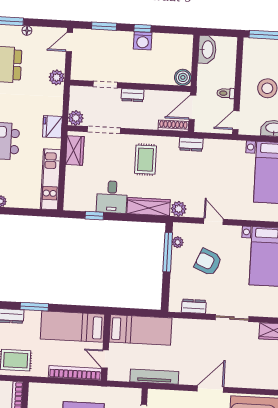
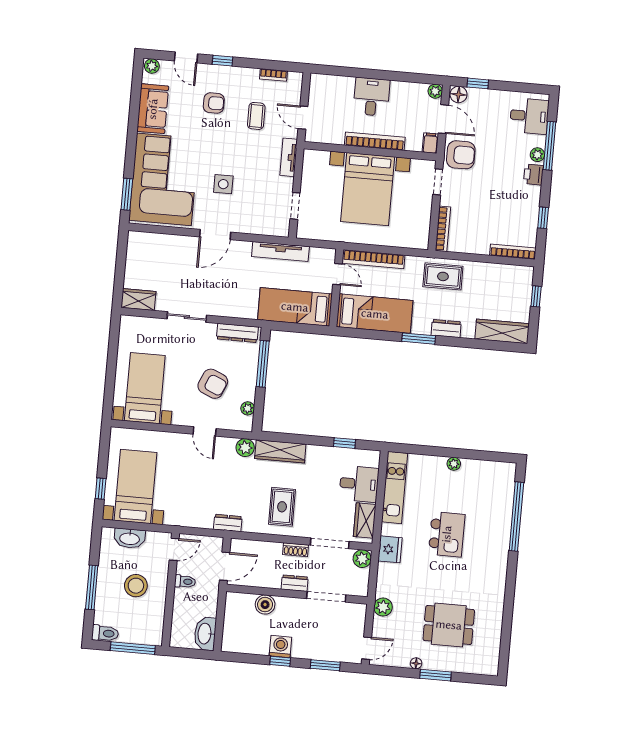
boiler: (183, 77) -> (265, 605), moved
doorway: (105, 84) -> (326, 597), width x1.38
shoe rack: (173, 126) -> (296, 550), moved, width x0.70
desk: (112, 197) -> (359, 484), moved, turned 90
window: (168, 252) -> (263, 364), moved
dresser: (194, 306) -> (237, 333), width x1.44

